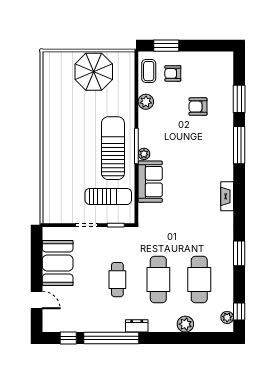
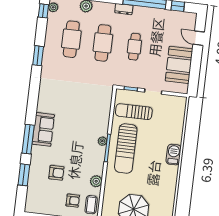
barbecue: (51, 148) -> (174, 155), added
sofa: (150, 182) -> (43, 129), moved, turned 180
fireplace: (227, 196) -> (42, 101), removed

